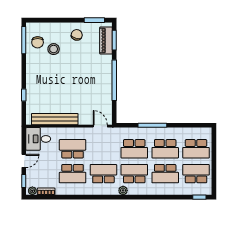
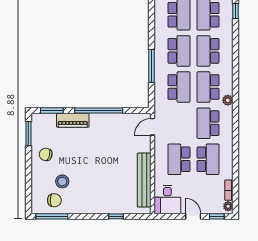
piano: (106, 41) -> (73, 120), moved
school desk: (165, 174) -> (208, 51), turned 180

